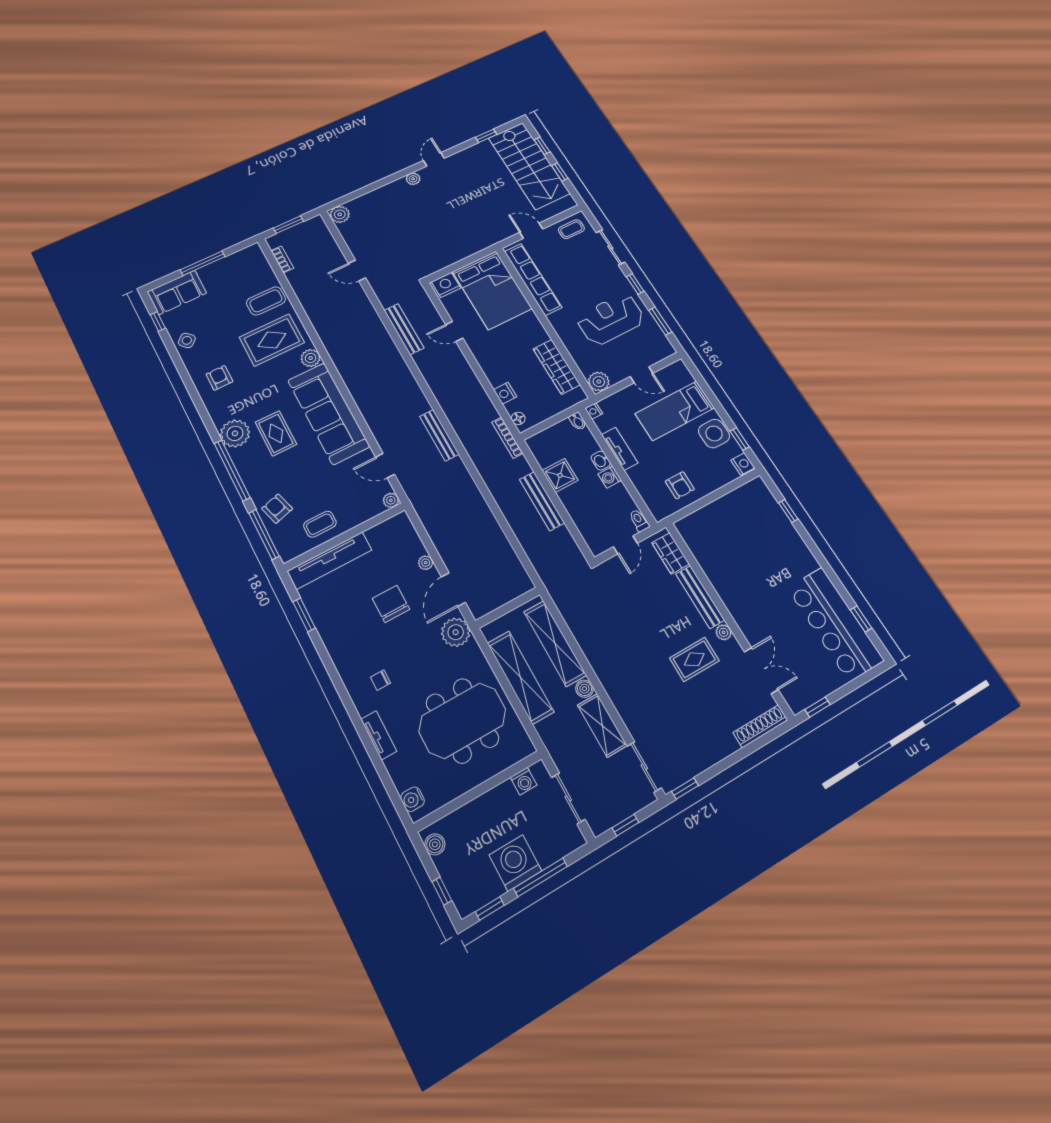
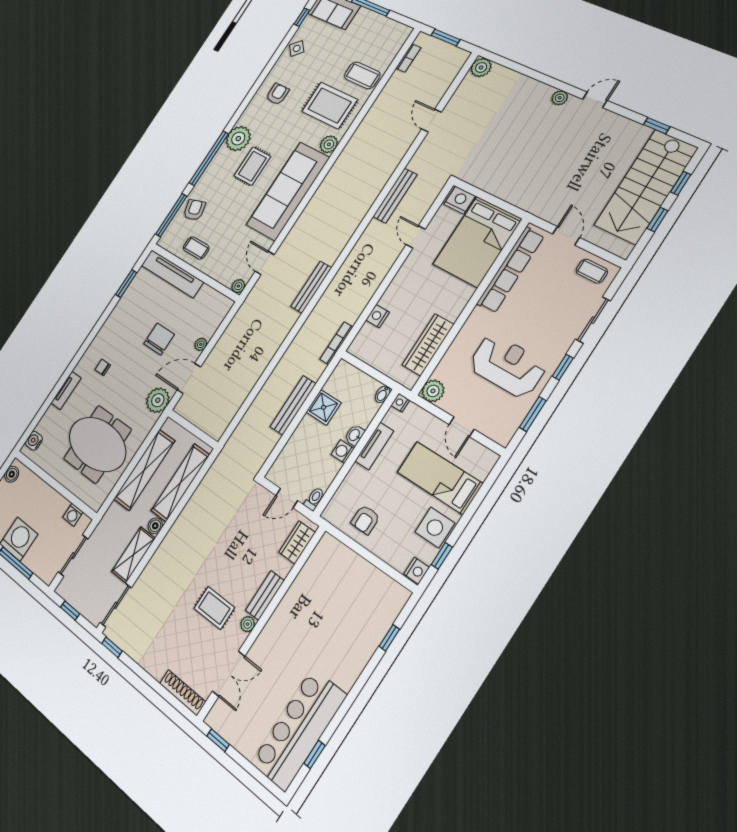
floor lamp: (518, 418) -> (359, 341), removed
bench: (700, 597) -> (265, 595), width x0.73

